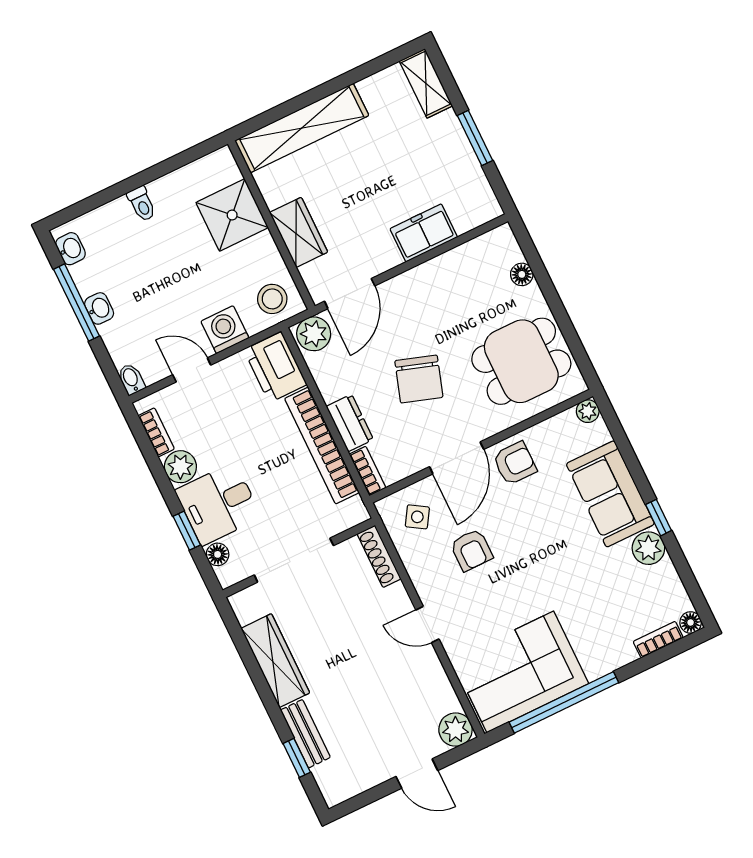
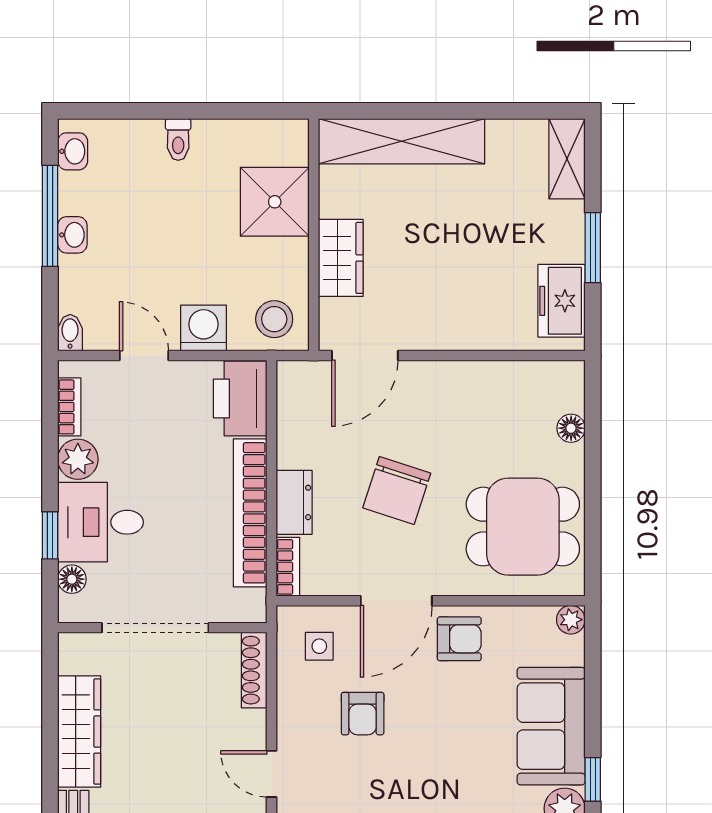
freezer: (424, 233) -> (562, 301), moved, turned -90
plant: (314, 334) -> (302, 381), removed
side table: (417, 517) -> (319, 646), turned -32

